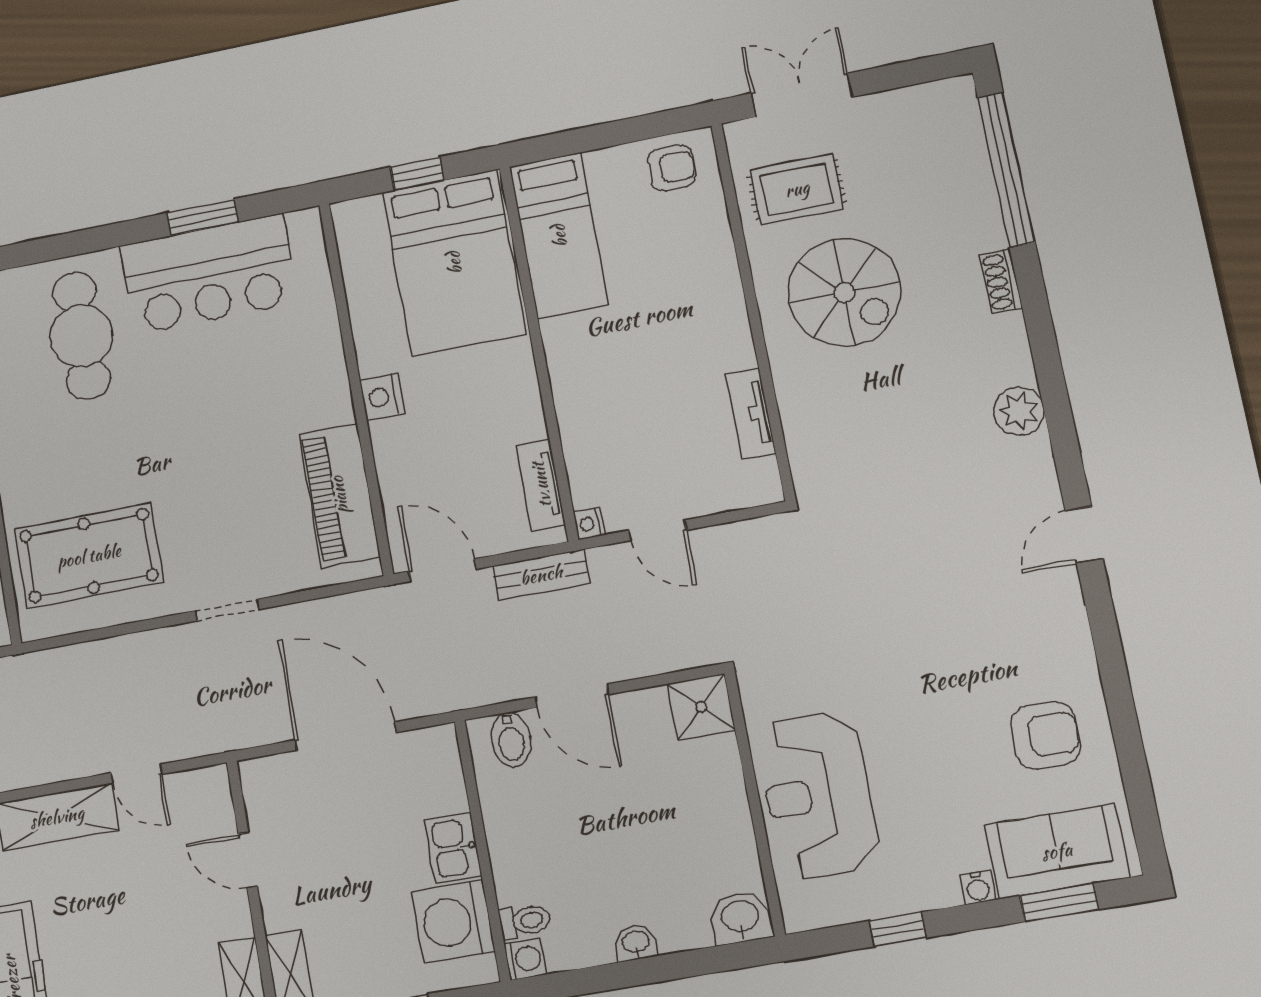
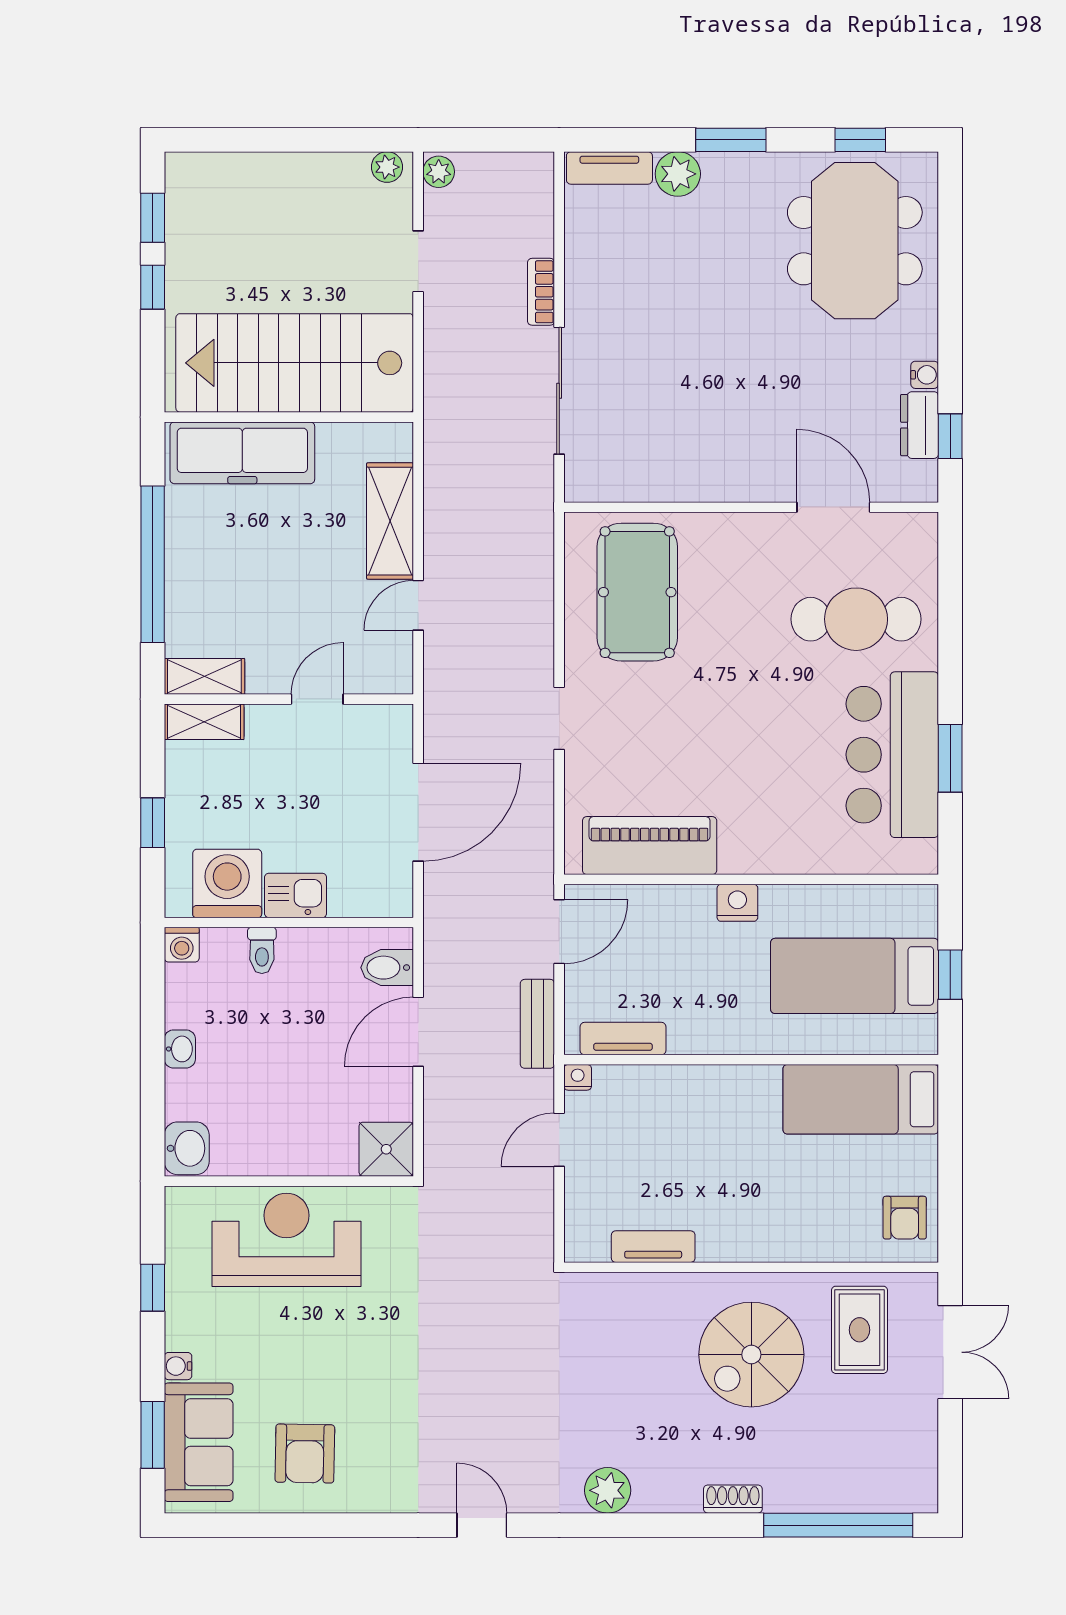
bed: (454, 263) -> (855, 976), width x0.67
toilet: (525, 921) -> (262, 950), moved

